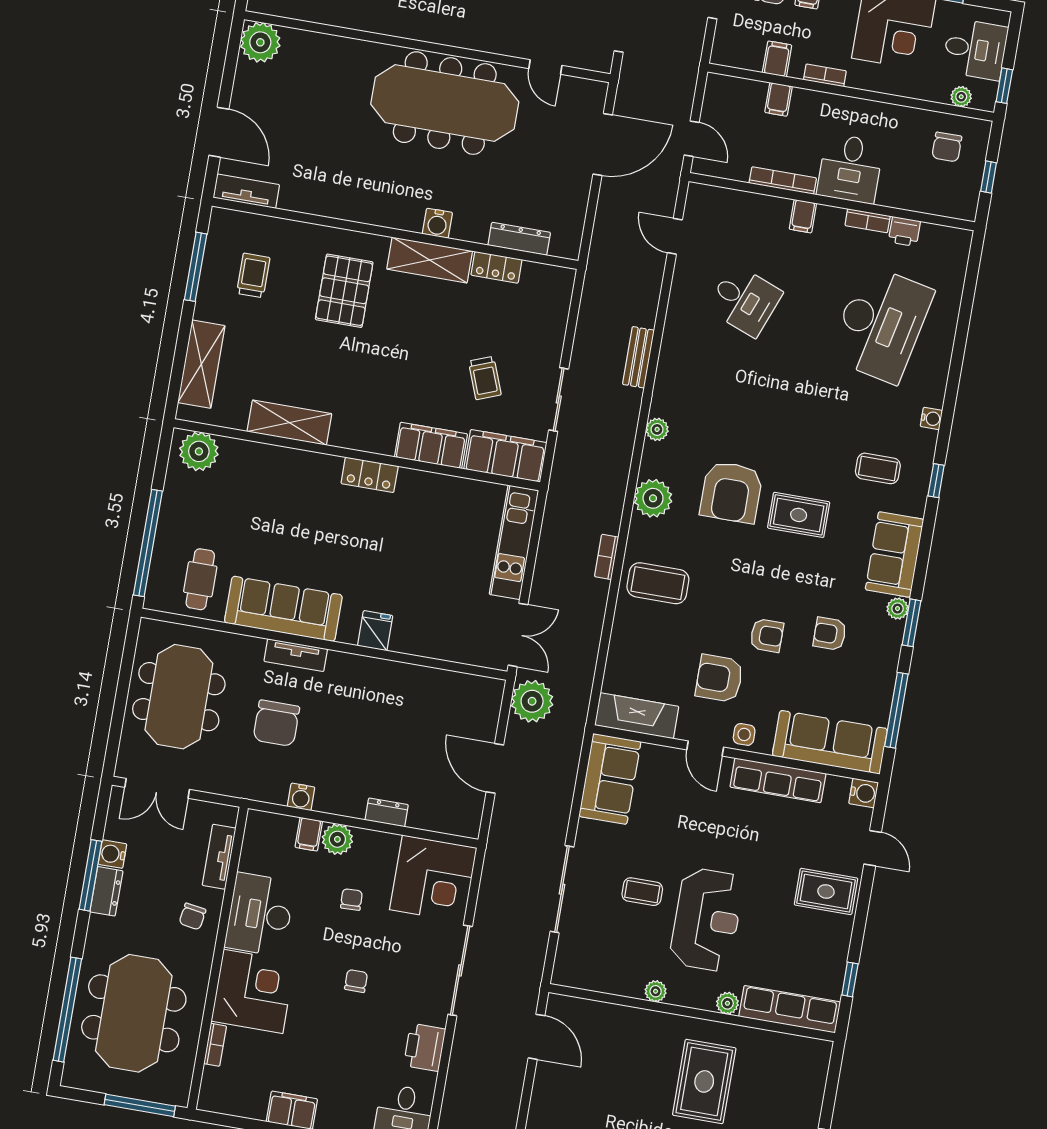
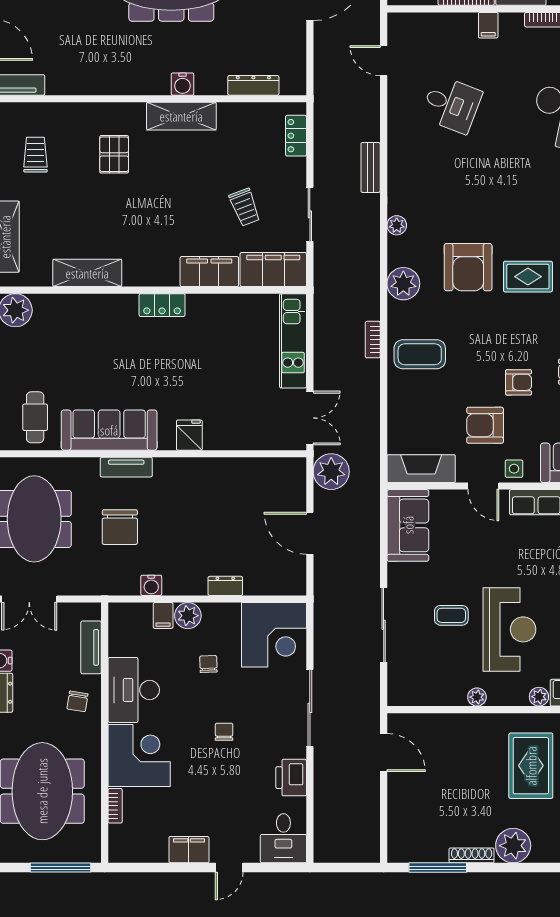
locker: (496, 267) -> (296, 136), moved, turned 90
pallet: (344, 291) -> (114, 154), width x0.67, depth x0.71

